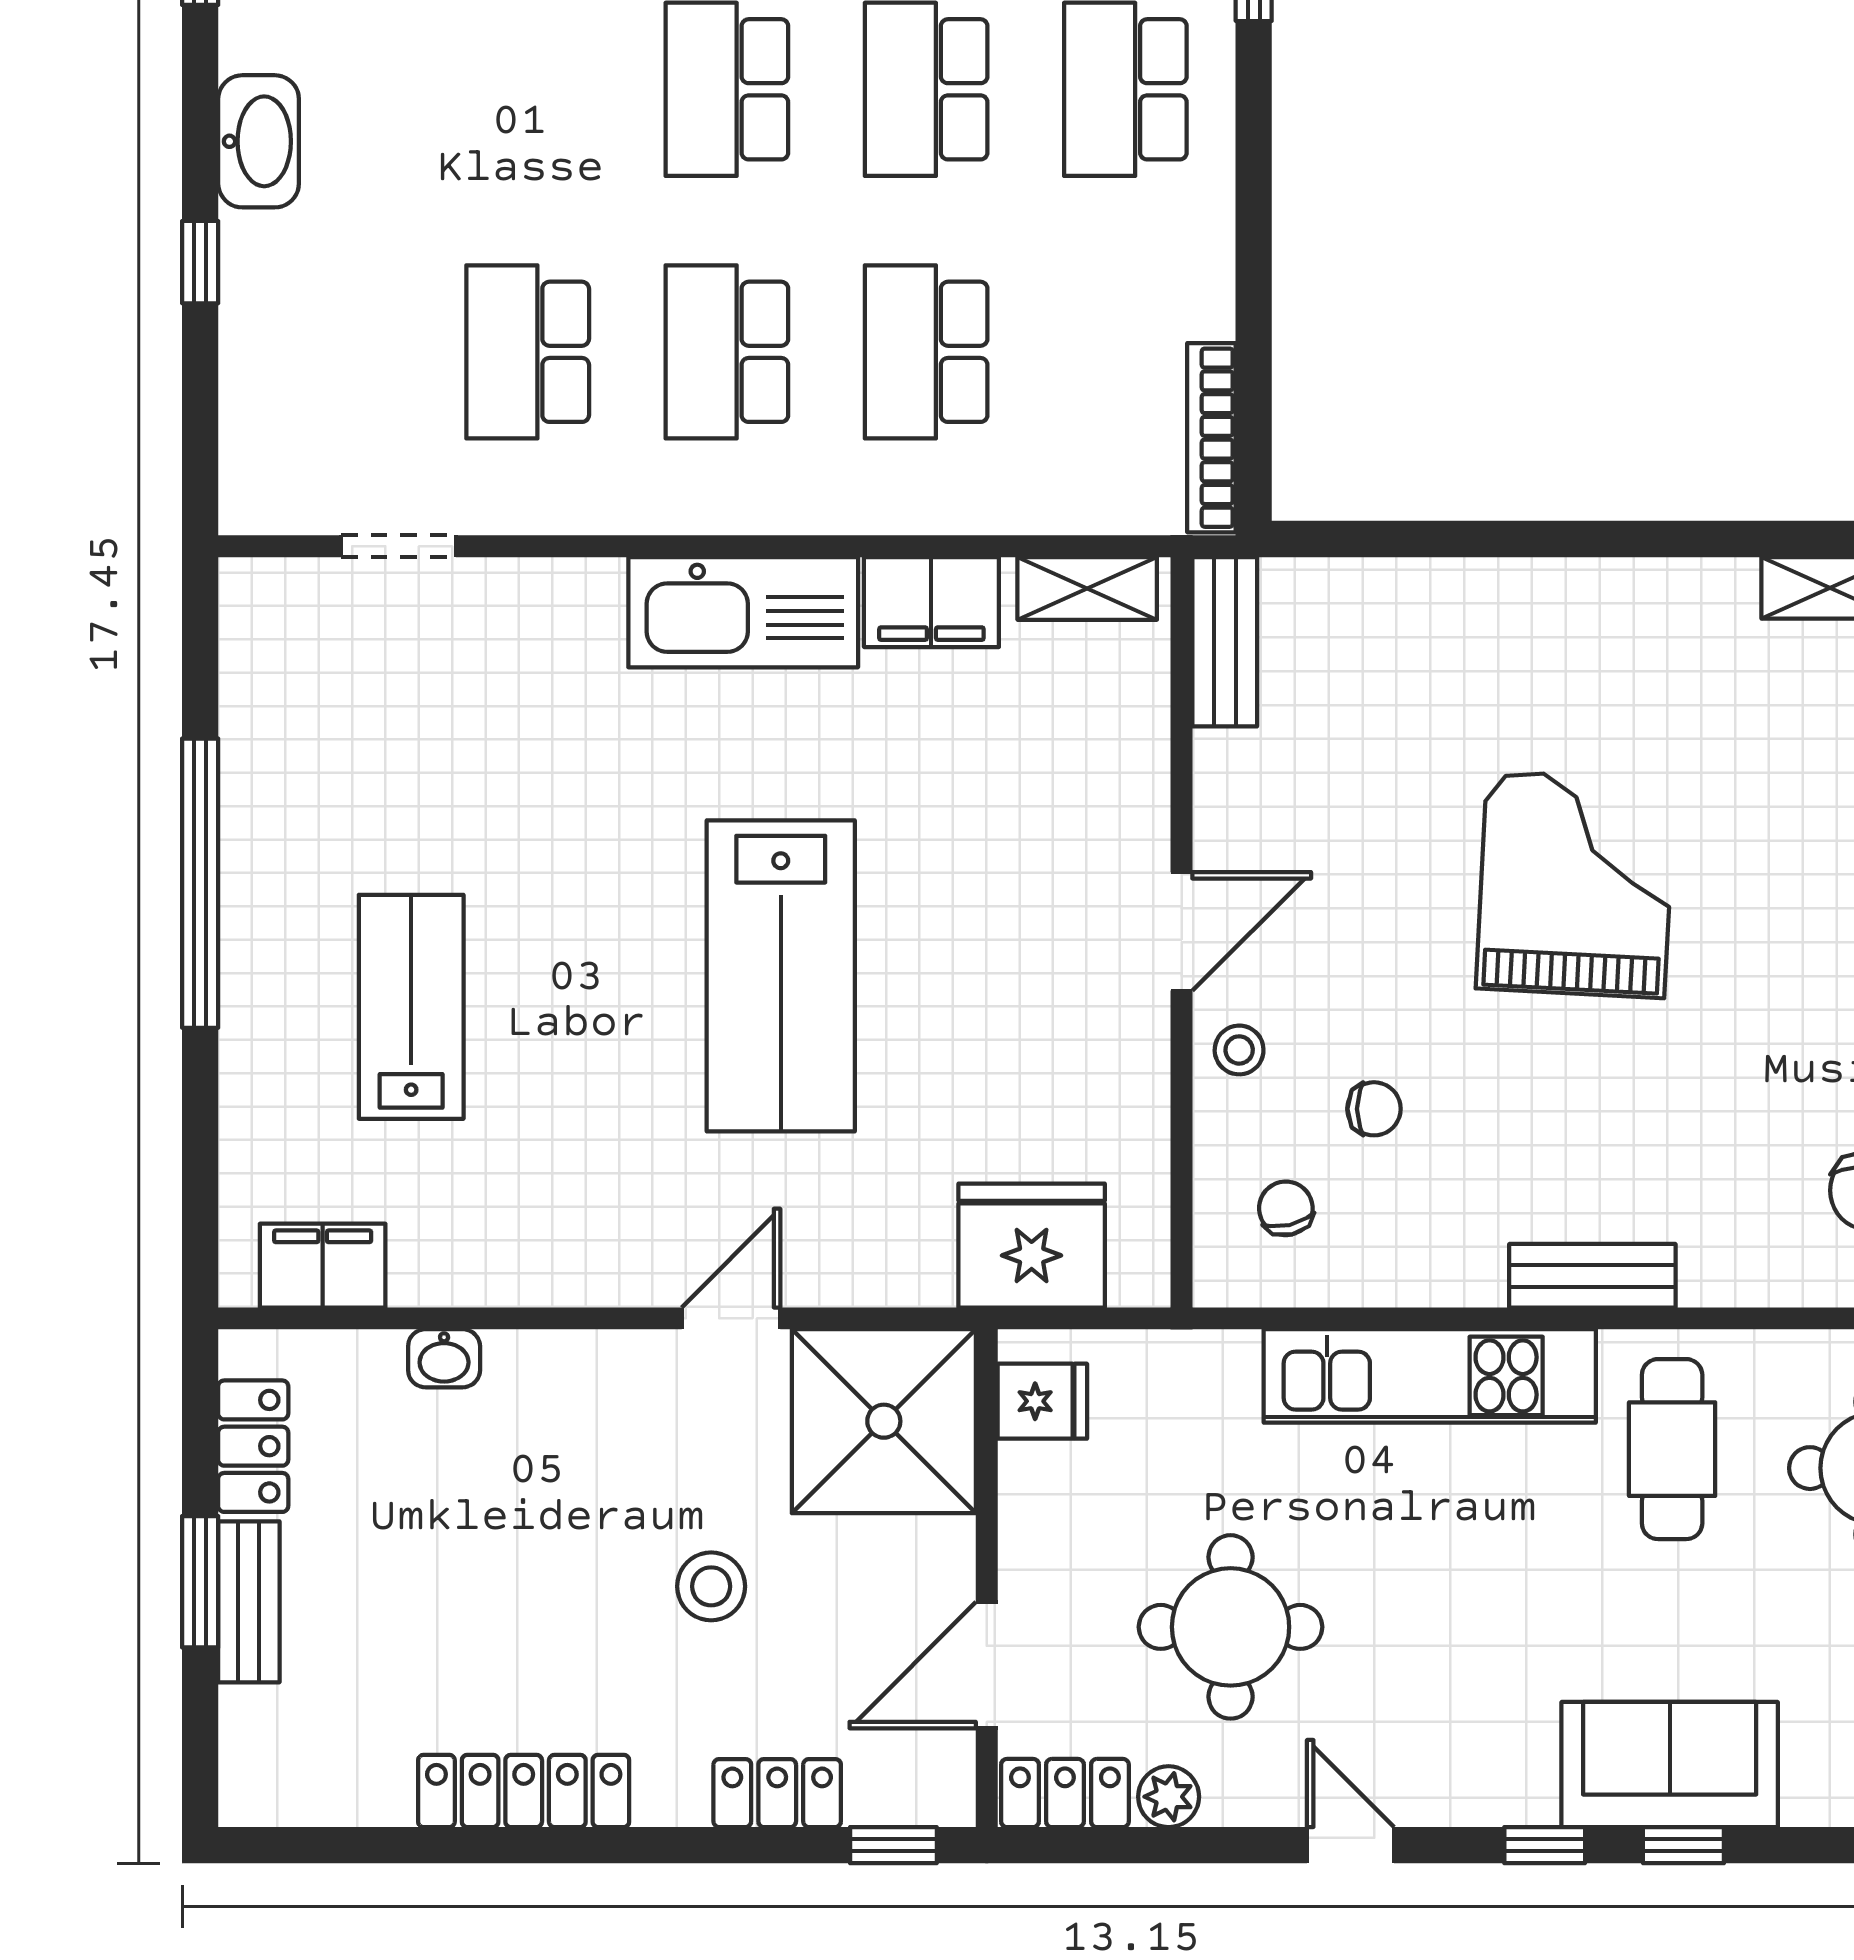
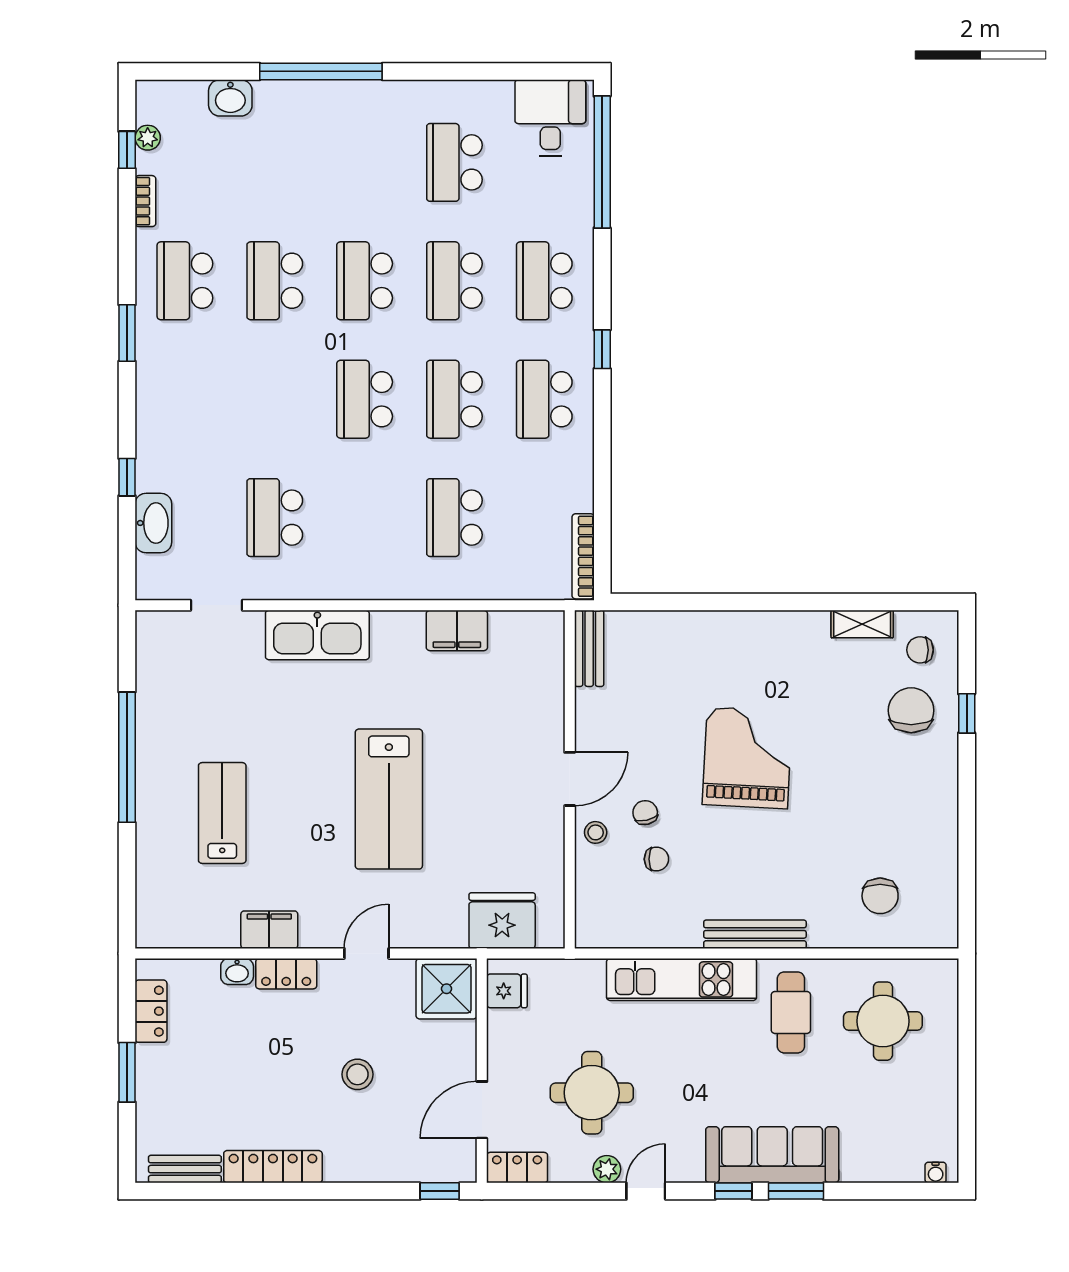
washbasin: (259, 141) -> (153, 523), moved
school desk: (727, 352) -> (365, 518), removed
shelving: (1087, 588) -> (527, 624), removed
kitchen sink: (743, 612) -> (317, 635), moved
chair: (1286, 1208) -> (645, 813), moved
filing cabinet: (323, 1266) -> (269, 930), moved
bench: (1592, 1276) -> (755, 934), width x1.36
shower: (884, 1421) -> (447, 989), width x0.73, depth x0.73
bench: (249, 1602) -> (185, 1169), moved, turned 90
sofa: (1670, 1765) -> (772, 1155), width x1.36
locker: (777, 1793) -> (286, 974), moved, turned 180
plant: (1169, 1797) -> (607, 1169), moved
door: (1351, 1845) -> (646, 1191), hinge flipped
window: (1683, 1845) -> (796, 1191), width x1.50

